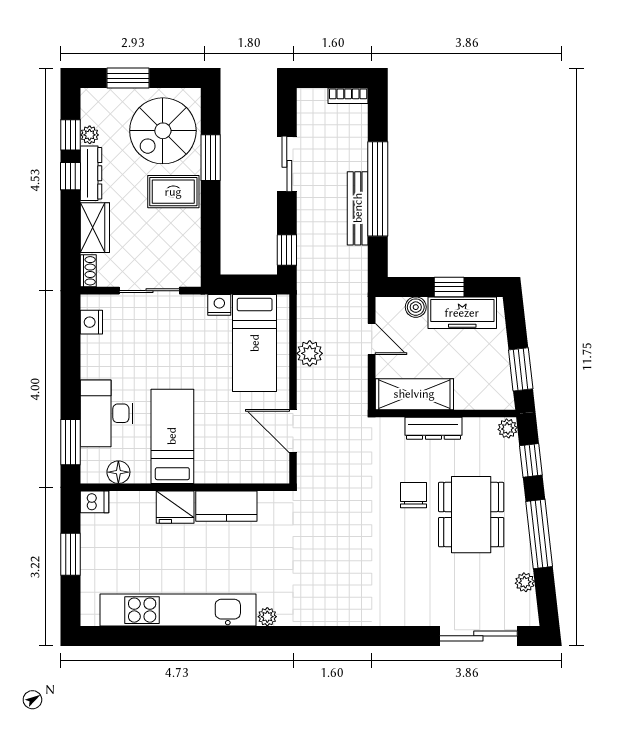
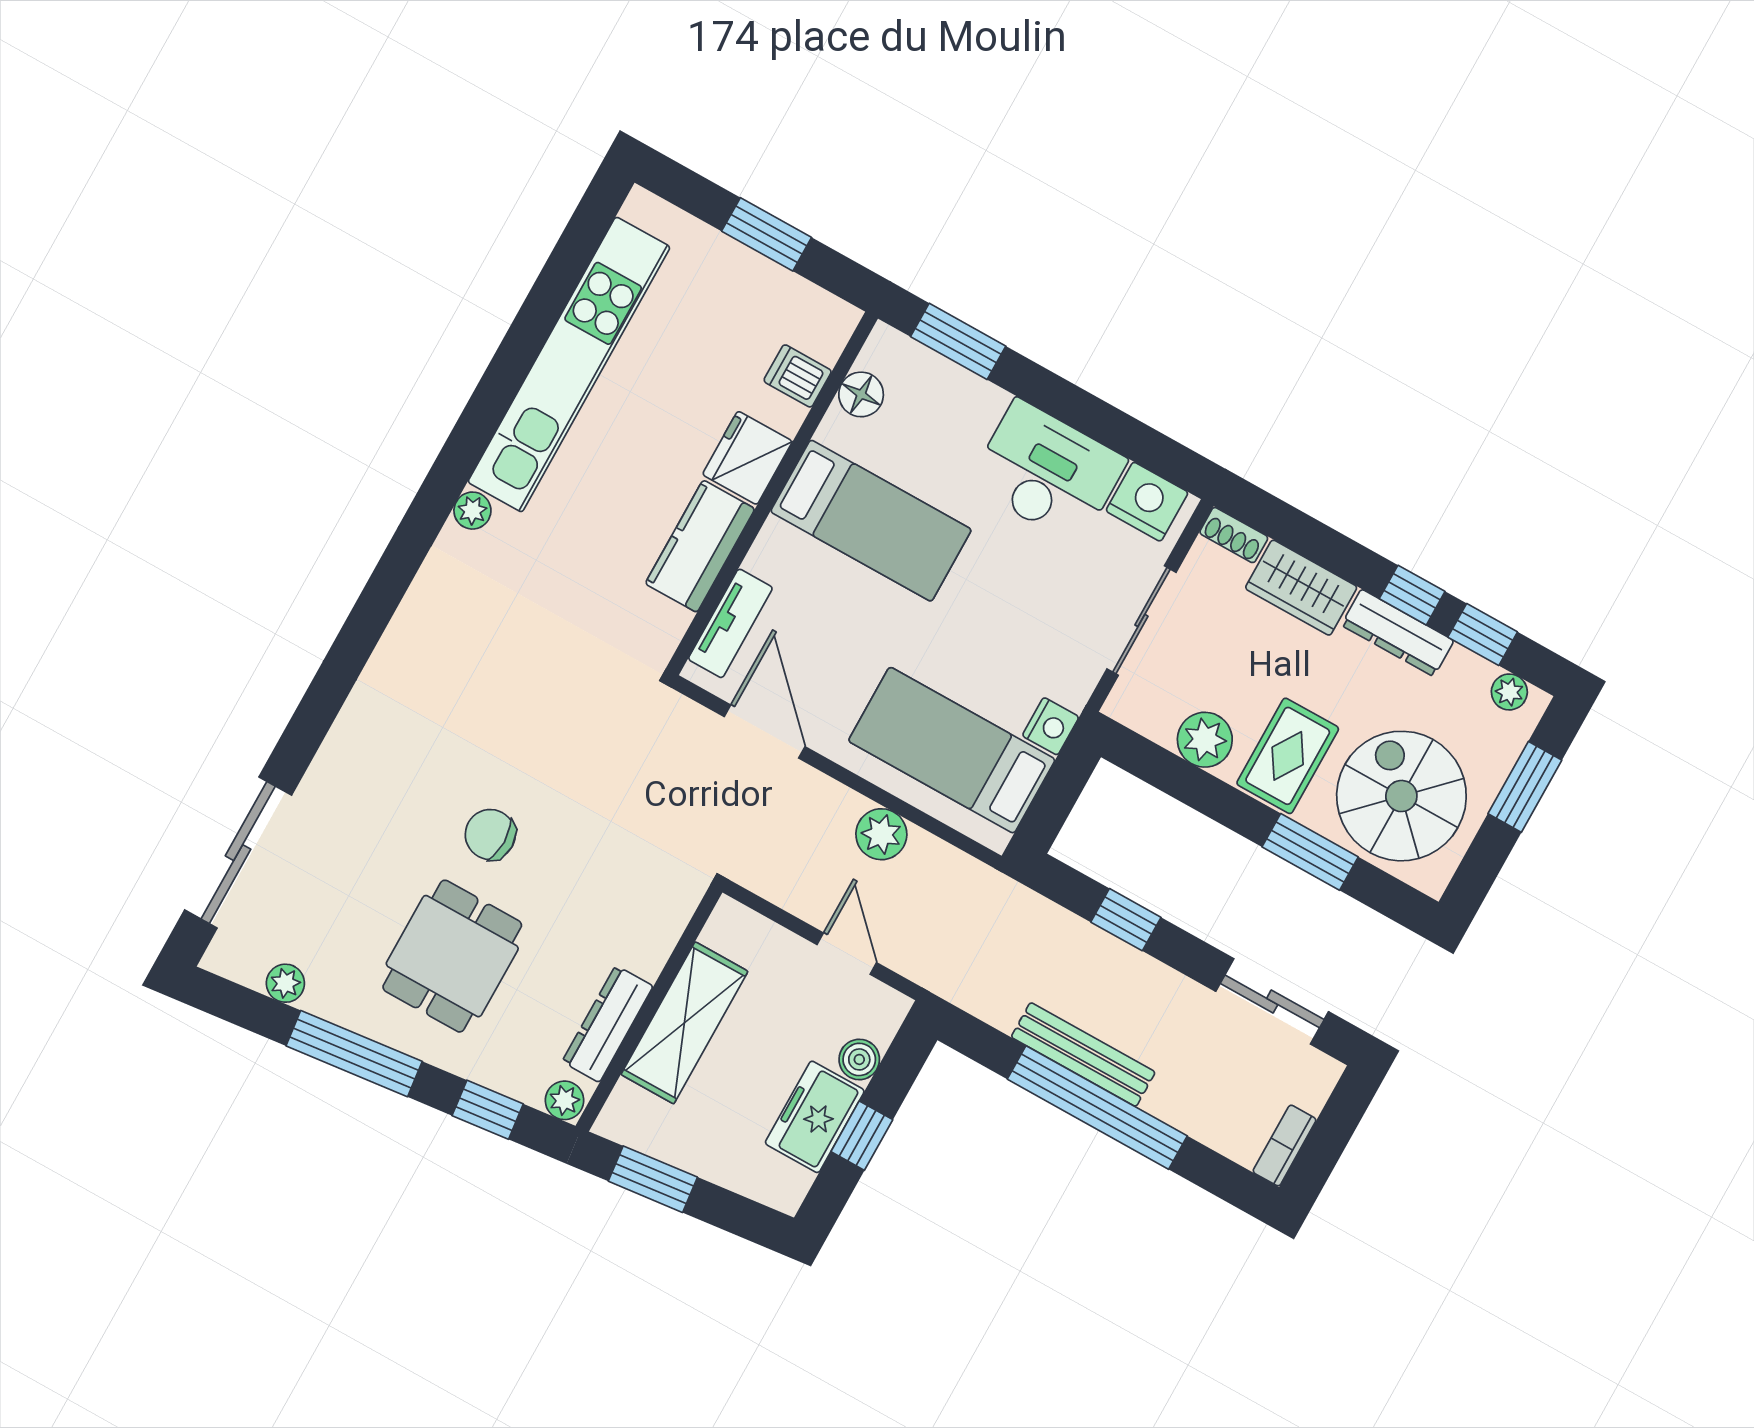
plant: (90, 135) -> (1509, 692), moved
sliding door: (287, 164) -> (1272, 1001), moved
plant: (187, 233) -> (1205, 740), added
window: (287, 250) -> (1126, 920), moved
freezer: (462, 313) -> (815, 1117), width x0.71
nightstand: (91, 322) -> (1147, 502), width x1.36, depth x1.33
door: (372, 339) -> (847, 954), swing flipped
shelving: (414, 394) -> (684, 1023), moved
desk: (107, 413) -> (1048, 472), moved
dresser: (433, 428) -> (608, 1024), moved
door: (293, 431) -> (765, 732), hinge flipped
tv unit: (253, 473) -> (730, 623), added
chair: (414, 495) -> (490, 834), moved, turned 180
dishwasher: (95, 502) -> (798, 376), moved, turned 90
dining table: (471, 515) -> (452, 956), width x0.73

